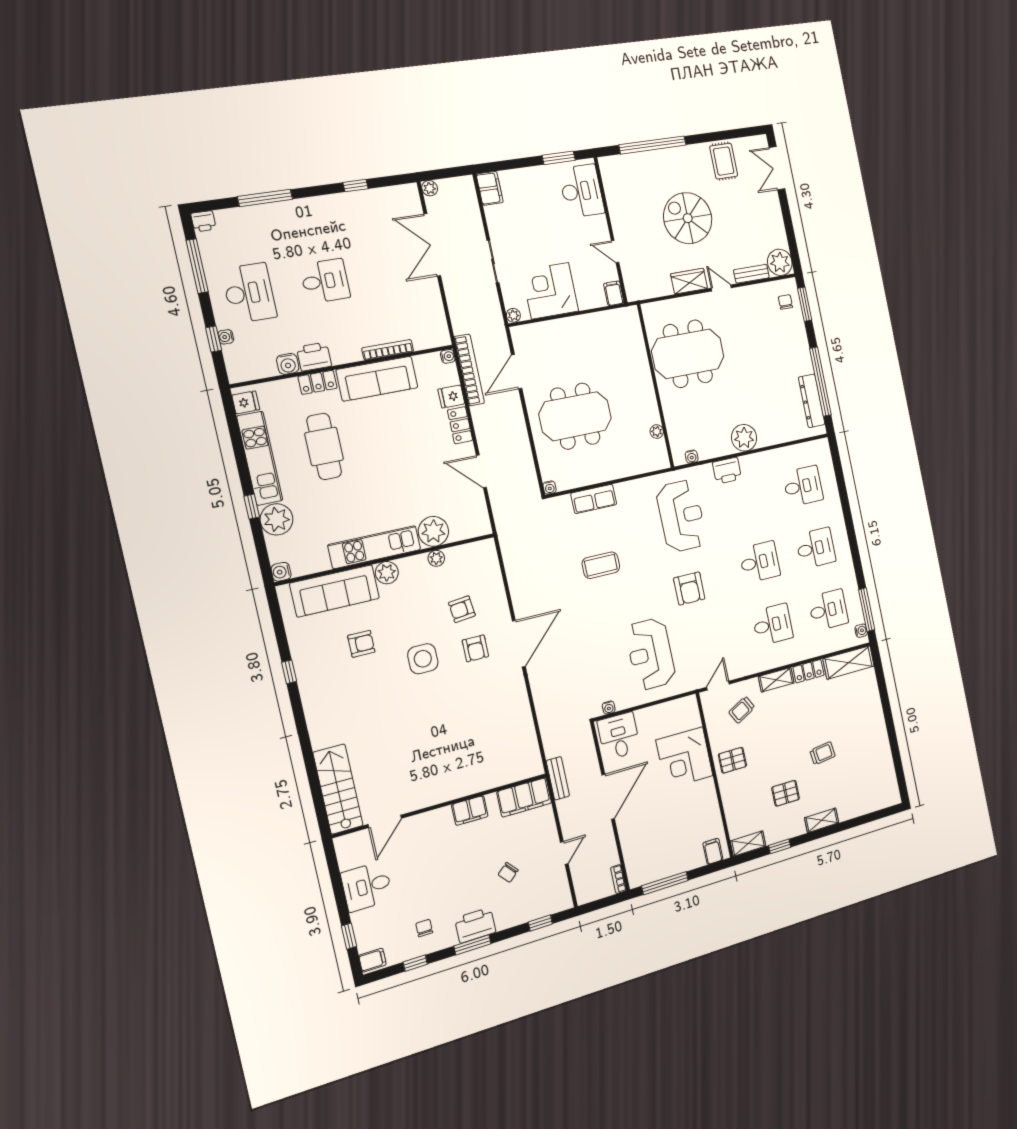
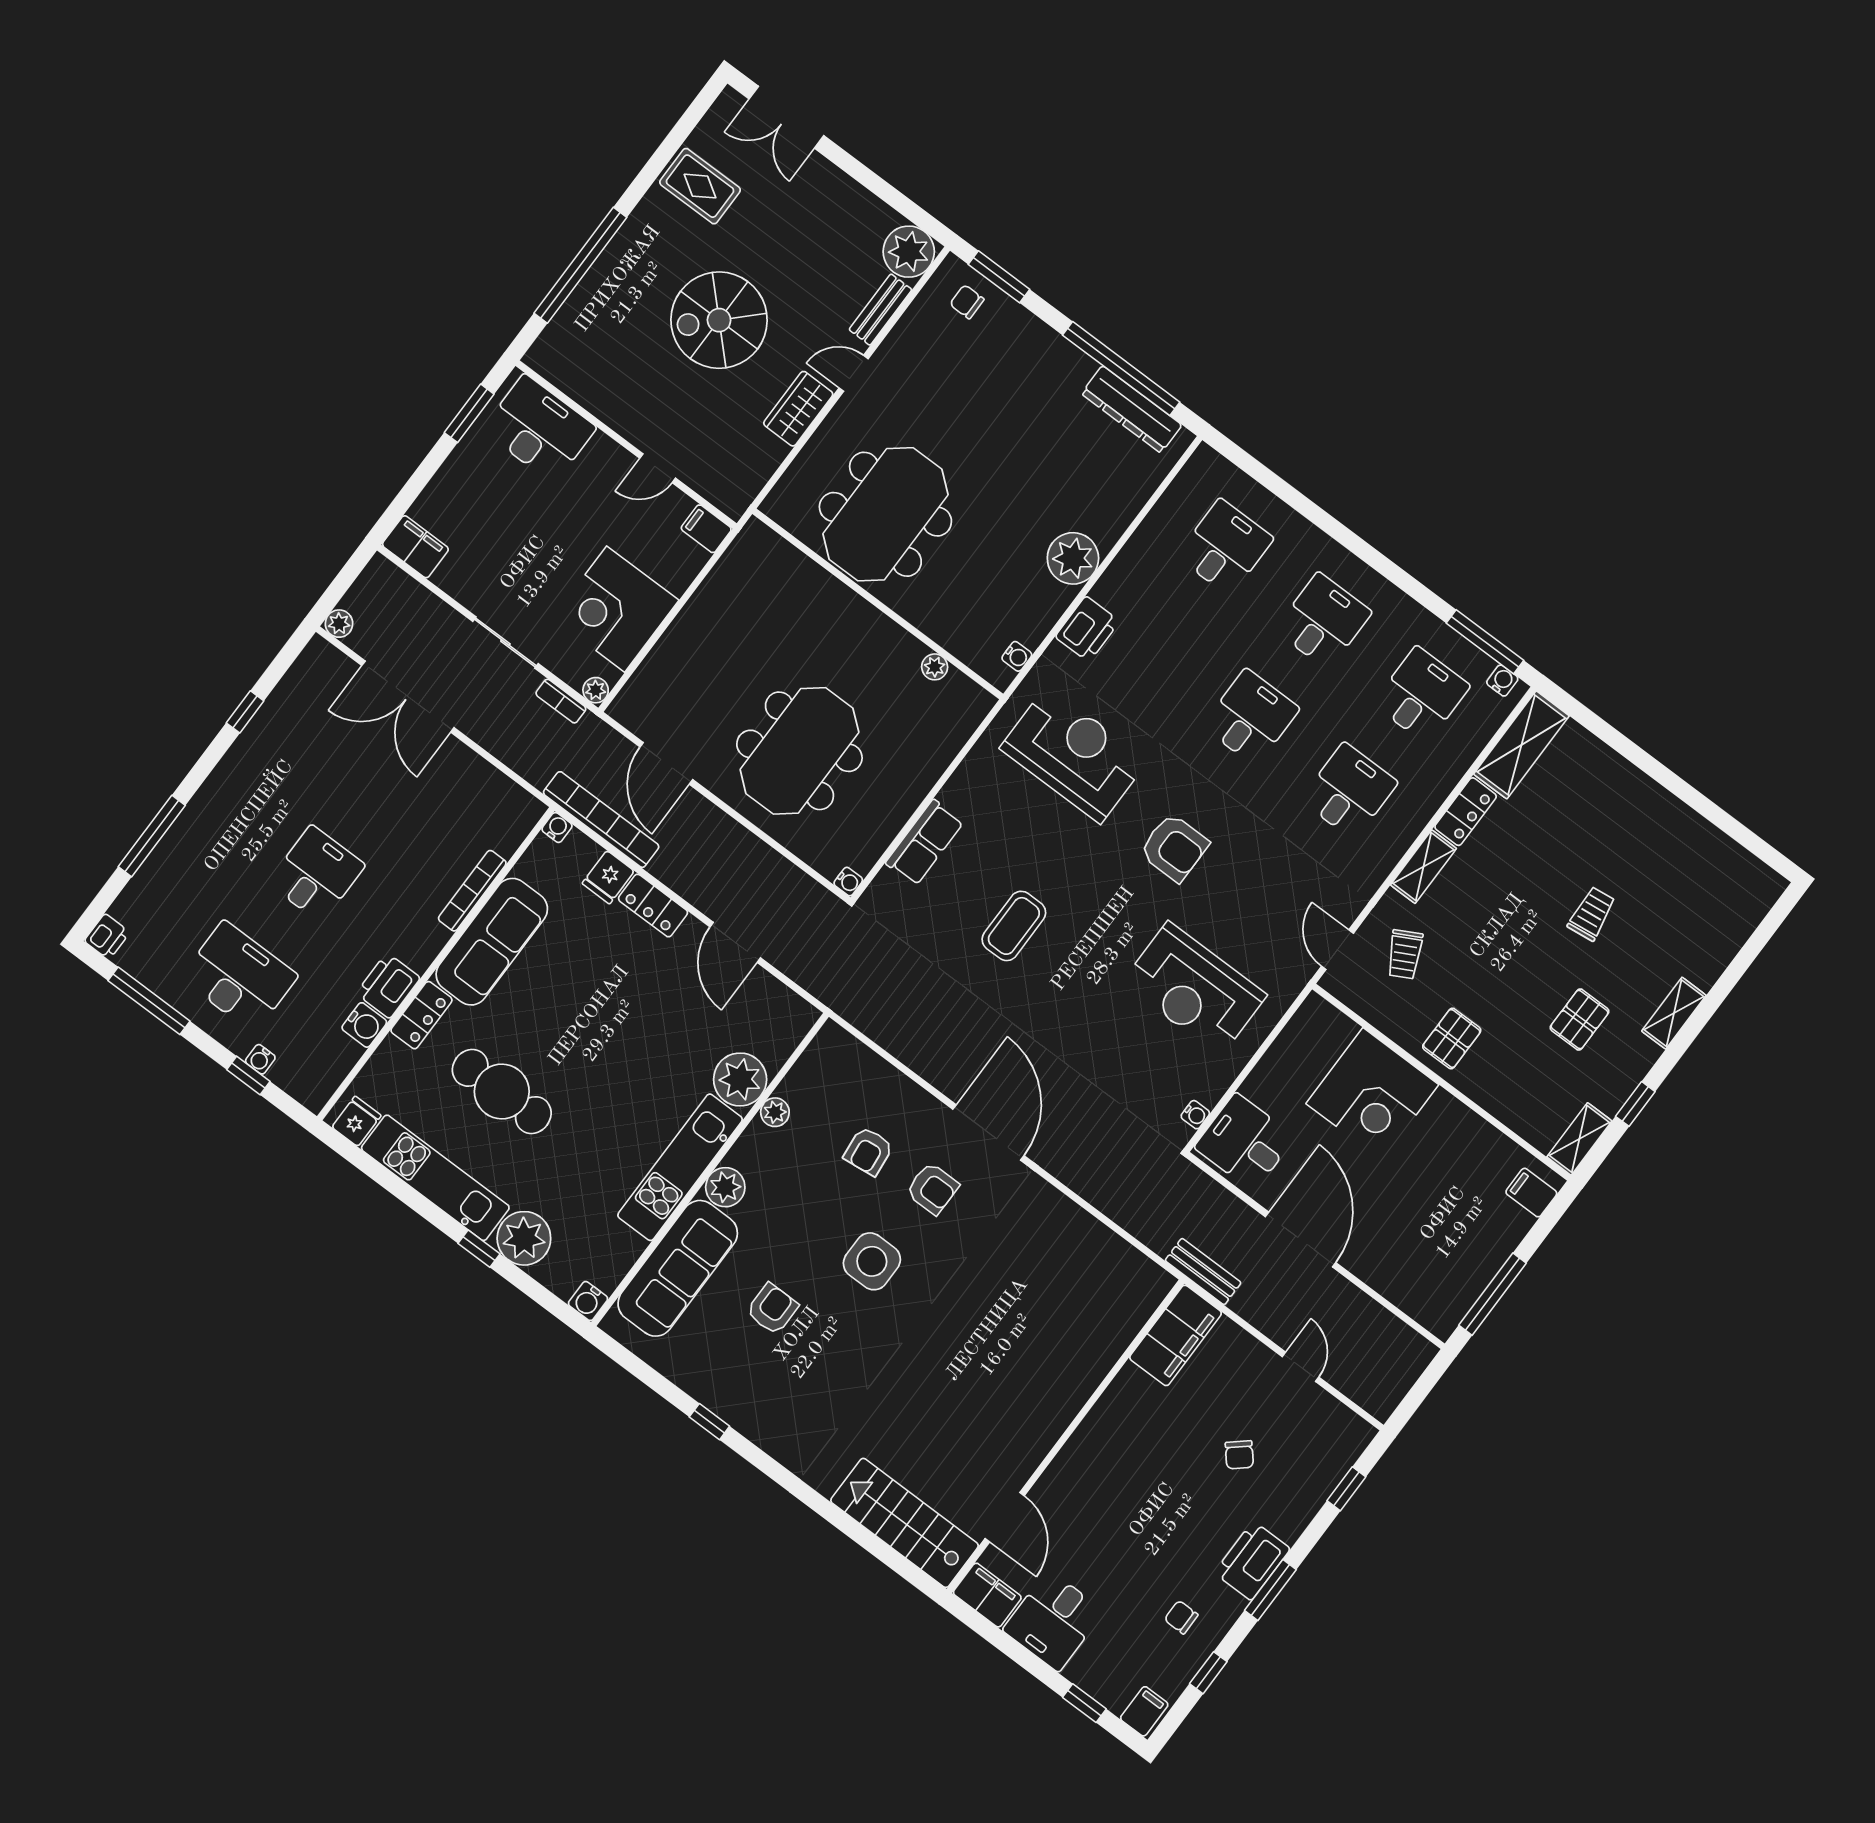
door: (481, 471) -> (735, 942), hinge flipped
filing cabinet: (470, 810) -> (987, 1595), moved, turned -90
bookcase: (618, 879) -> (561, 701), moved

